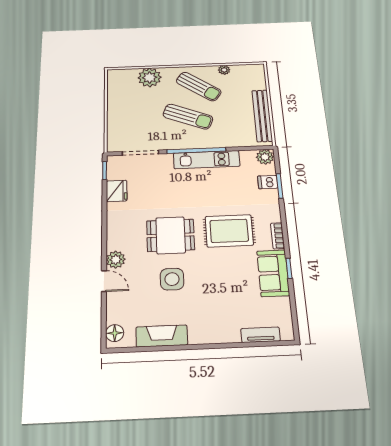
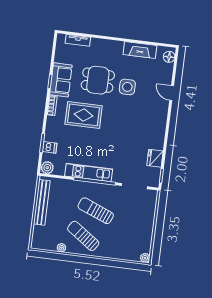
plant: (150, 77) -> (145, 258), moved, width x0.53, depth x0.53
dining table: (171, 235) -> (98, 80), moved
plant: (116, 260) -> (162, 107), removed

